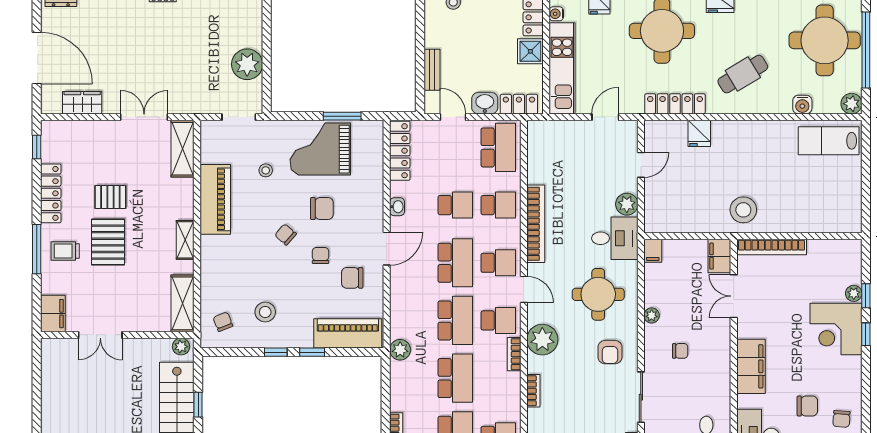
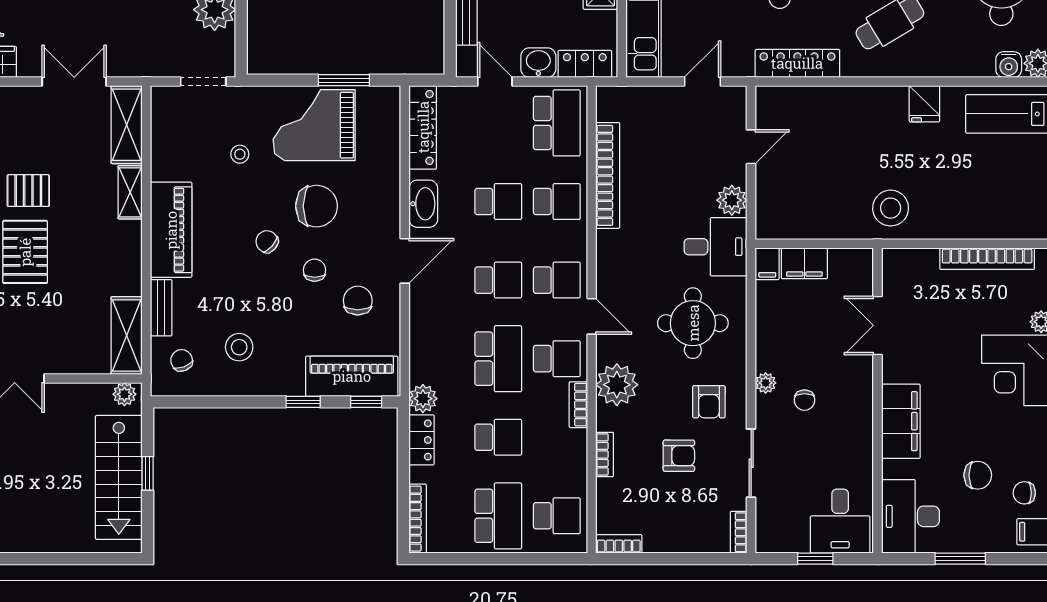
water cooler: (802, 105) -> (1009, 65), moved
fridge: (699, 133) -> (924, 104), moved
piano: (215, 199) -> (171, 230), moved
washbasin: (397, 207) -> (423, 204), width x1.91, depth x1.45
chair: (322, 208) -> (316, 206), width x1.37, depth x1.37
bookcase: (536, 224) -> (608, 175), moved
shelving: (185, 240) -> (130, 192), moved
bookcase: (772, 247) -> (987, 259), moved
filing cabinet: (719, 256) -> (804, 263), moved, turned -90
school desk: (455, 263) -> (498, 280), width x0.54
chair: (352, 278) -> (358, 301), turned 90
bench: (208, 283) -> (161, 308), added
plant: (652, 316) -> (766, 383), moved
chair: (680, 351) -> (805, 400), turned 90
window: (276, 352) -> (366, 402), moved
school desk: (455, 378) -> (498, 437), width x0.54
locker: (399, 380) -> (421, 440), added
armchair: (588, 392) -> (679, 456), added
chair: (841, 419) -> (1024, 493), turned 86

